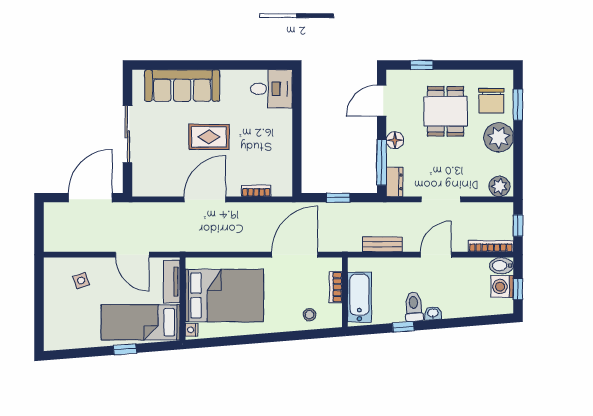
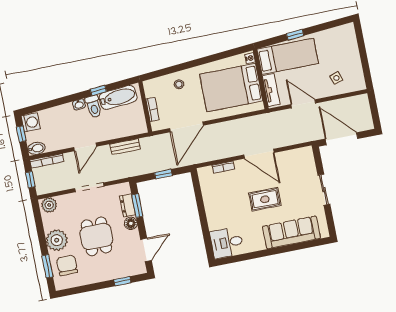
dining table: (446, 111) -> (96, 236), moved
sliding door: (127, 134) -> (324, 190), width x0.73
window: (382, 162) -> (137, 206), width x0.69
dresser: (395, 182) -> (128, 205), moved
door: (90, 198) -> (342, 139), swing flipped
door: (205, 199) -> (259, 154), hinge flipped
washing machine: (502, 287) -> (31, 122), moved
bathtub: (359, 297) -> (118, 97), moved, turned -95
stool: (309, 315) -> (179, 84), moved

